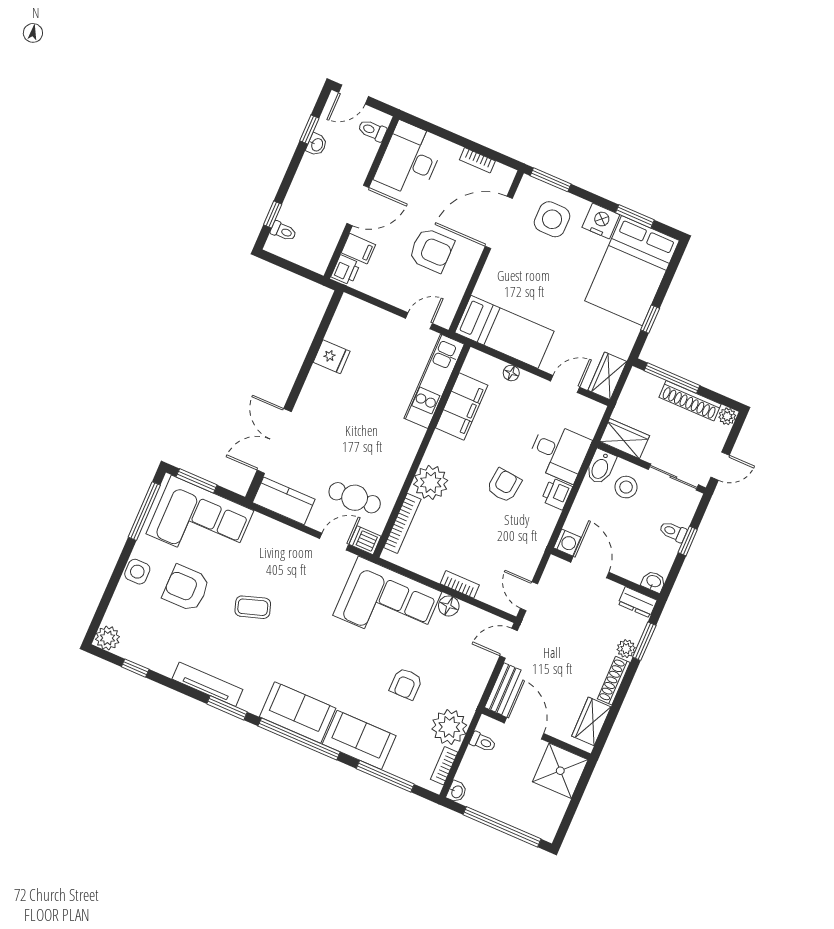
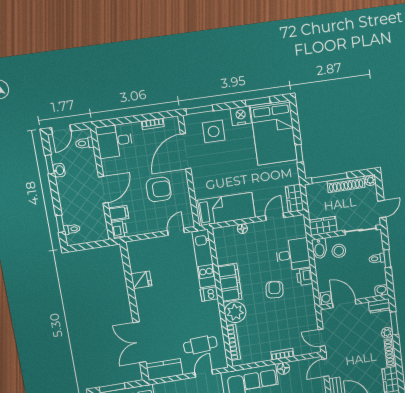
desk: (410, 160) -> (114, 141), width x0.73
filing cabinet: (462, 407) -> (230, 283), moved
dishwasher: (365, 540) -> (209, 294), moved

